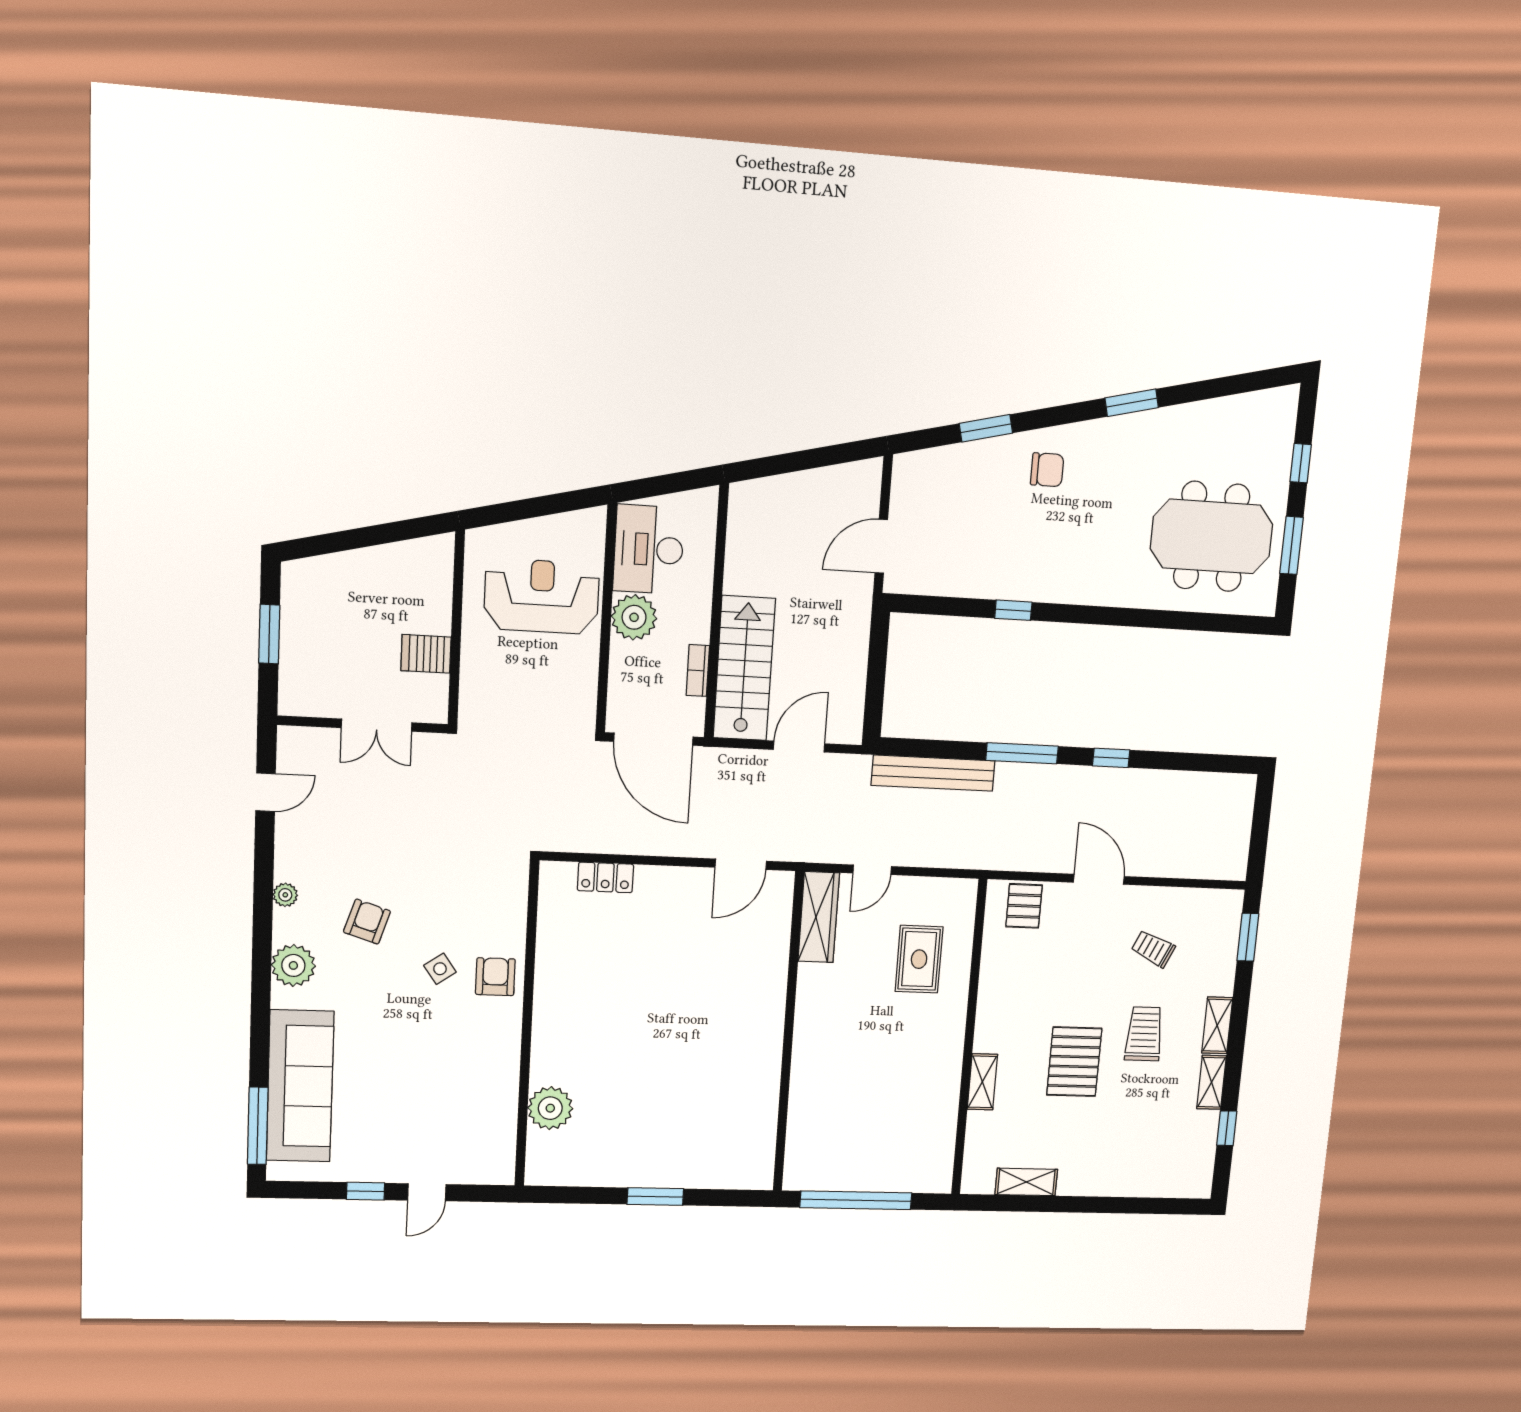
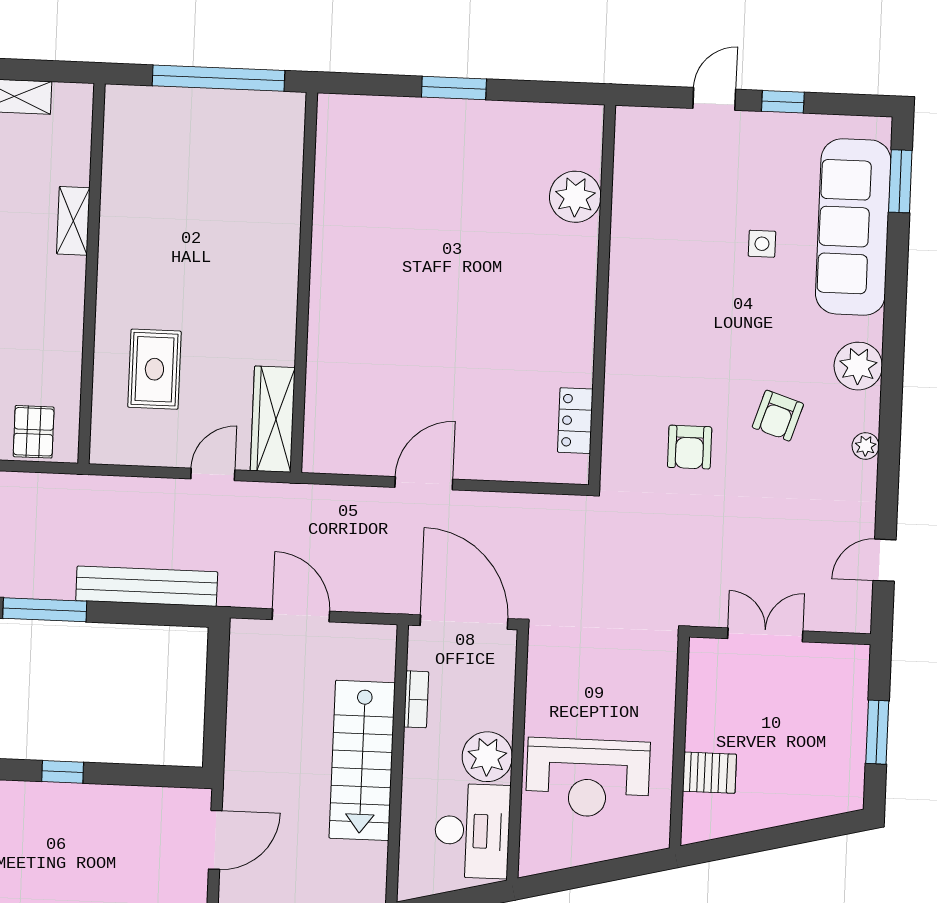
server rack: (426, 654) -> (709, 773), moved
stairs: (744, 668) -> (362, 760), moved
door: (799, 747) -> (301, 615), swing flipped
door: (741, 864) -> (424, 483), moved
locker: (605, 877) -> (575, 421), moved, turned -90
side table: (440, 969) -> (762, 244), moved, turned 35
armchair: (495, 977) -> (690, 447), moved
window: (258, 1126) -> (900, 181), width x0.69

